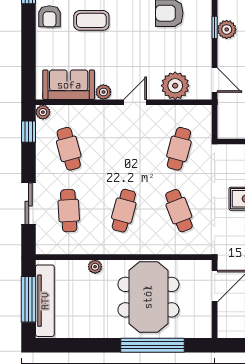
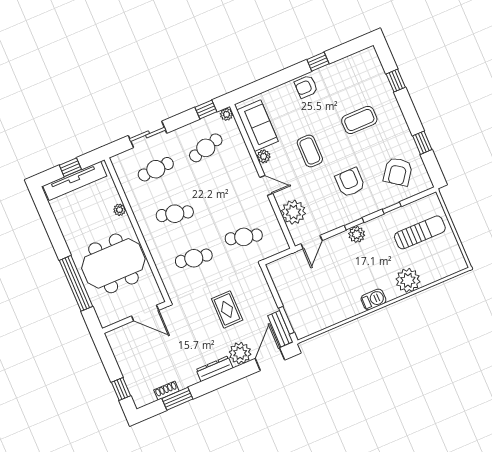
coffee table: (91, 20) -> (310, 151), moved
cafe table: (179, 211) -> (194, 258), turned 30
window: (29, 299) -> (70, 167), width x0.46

